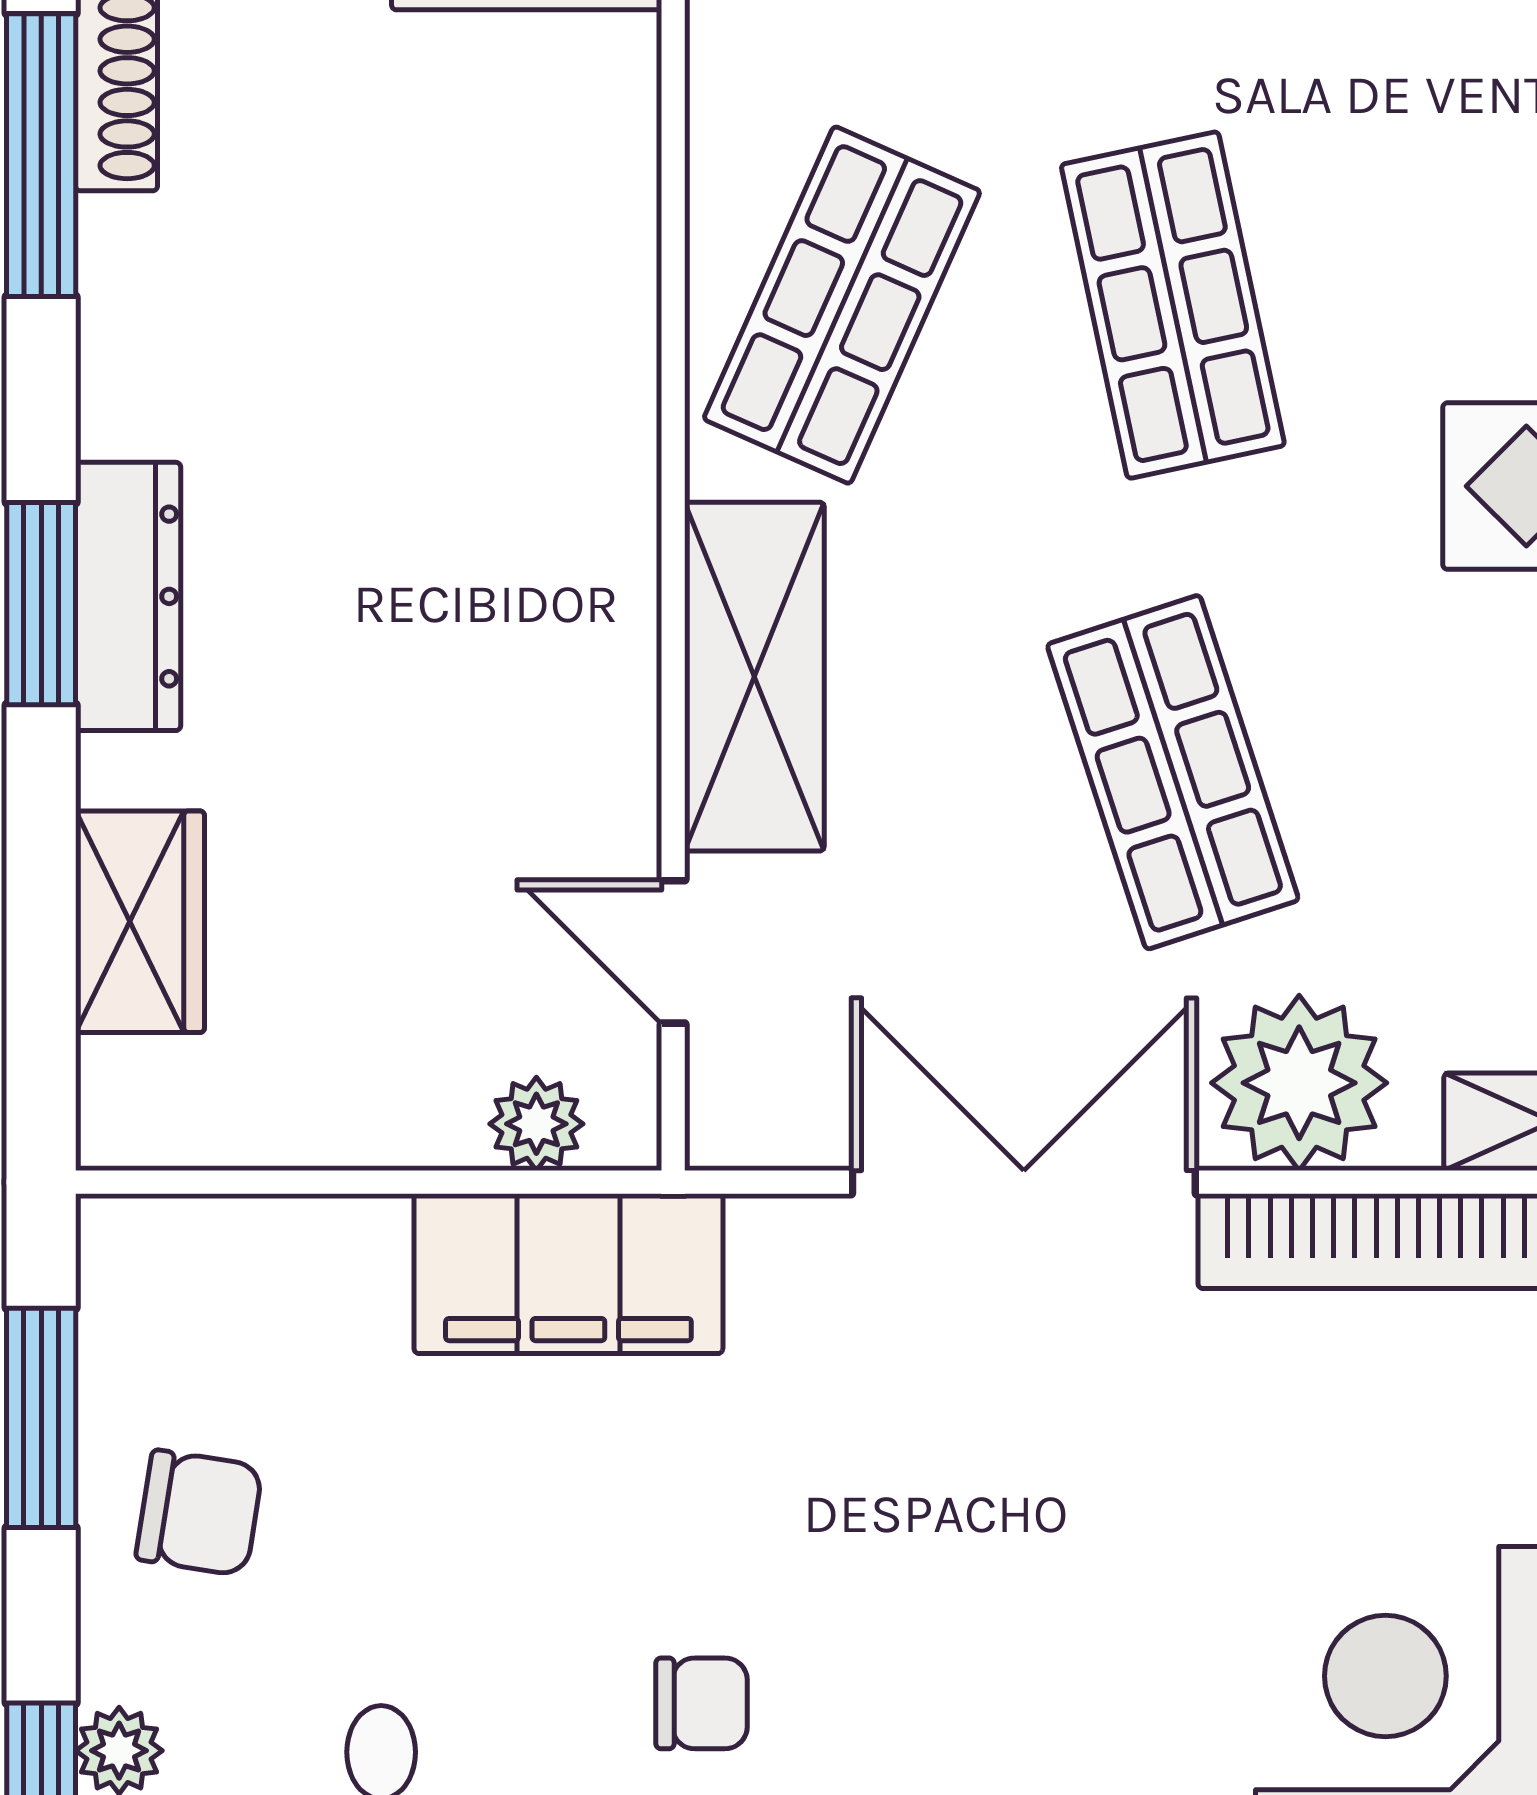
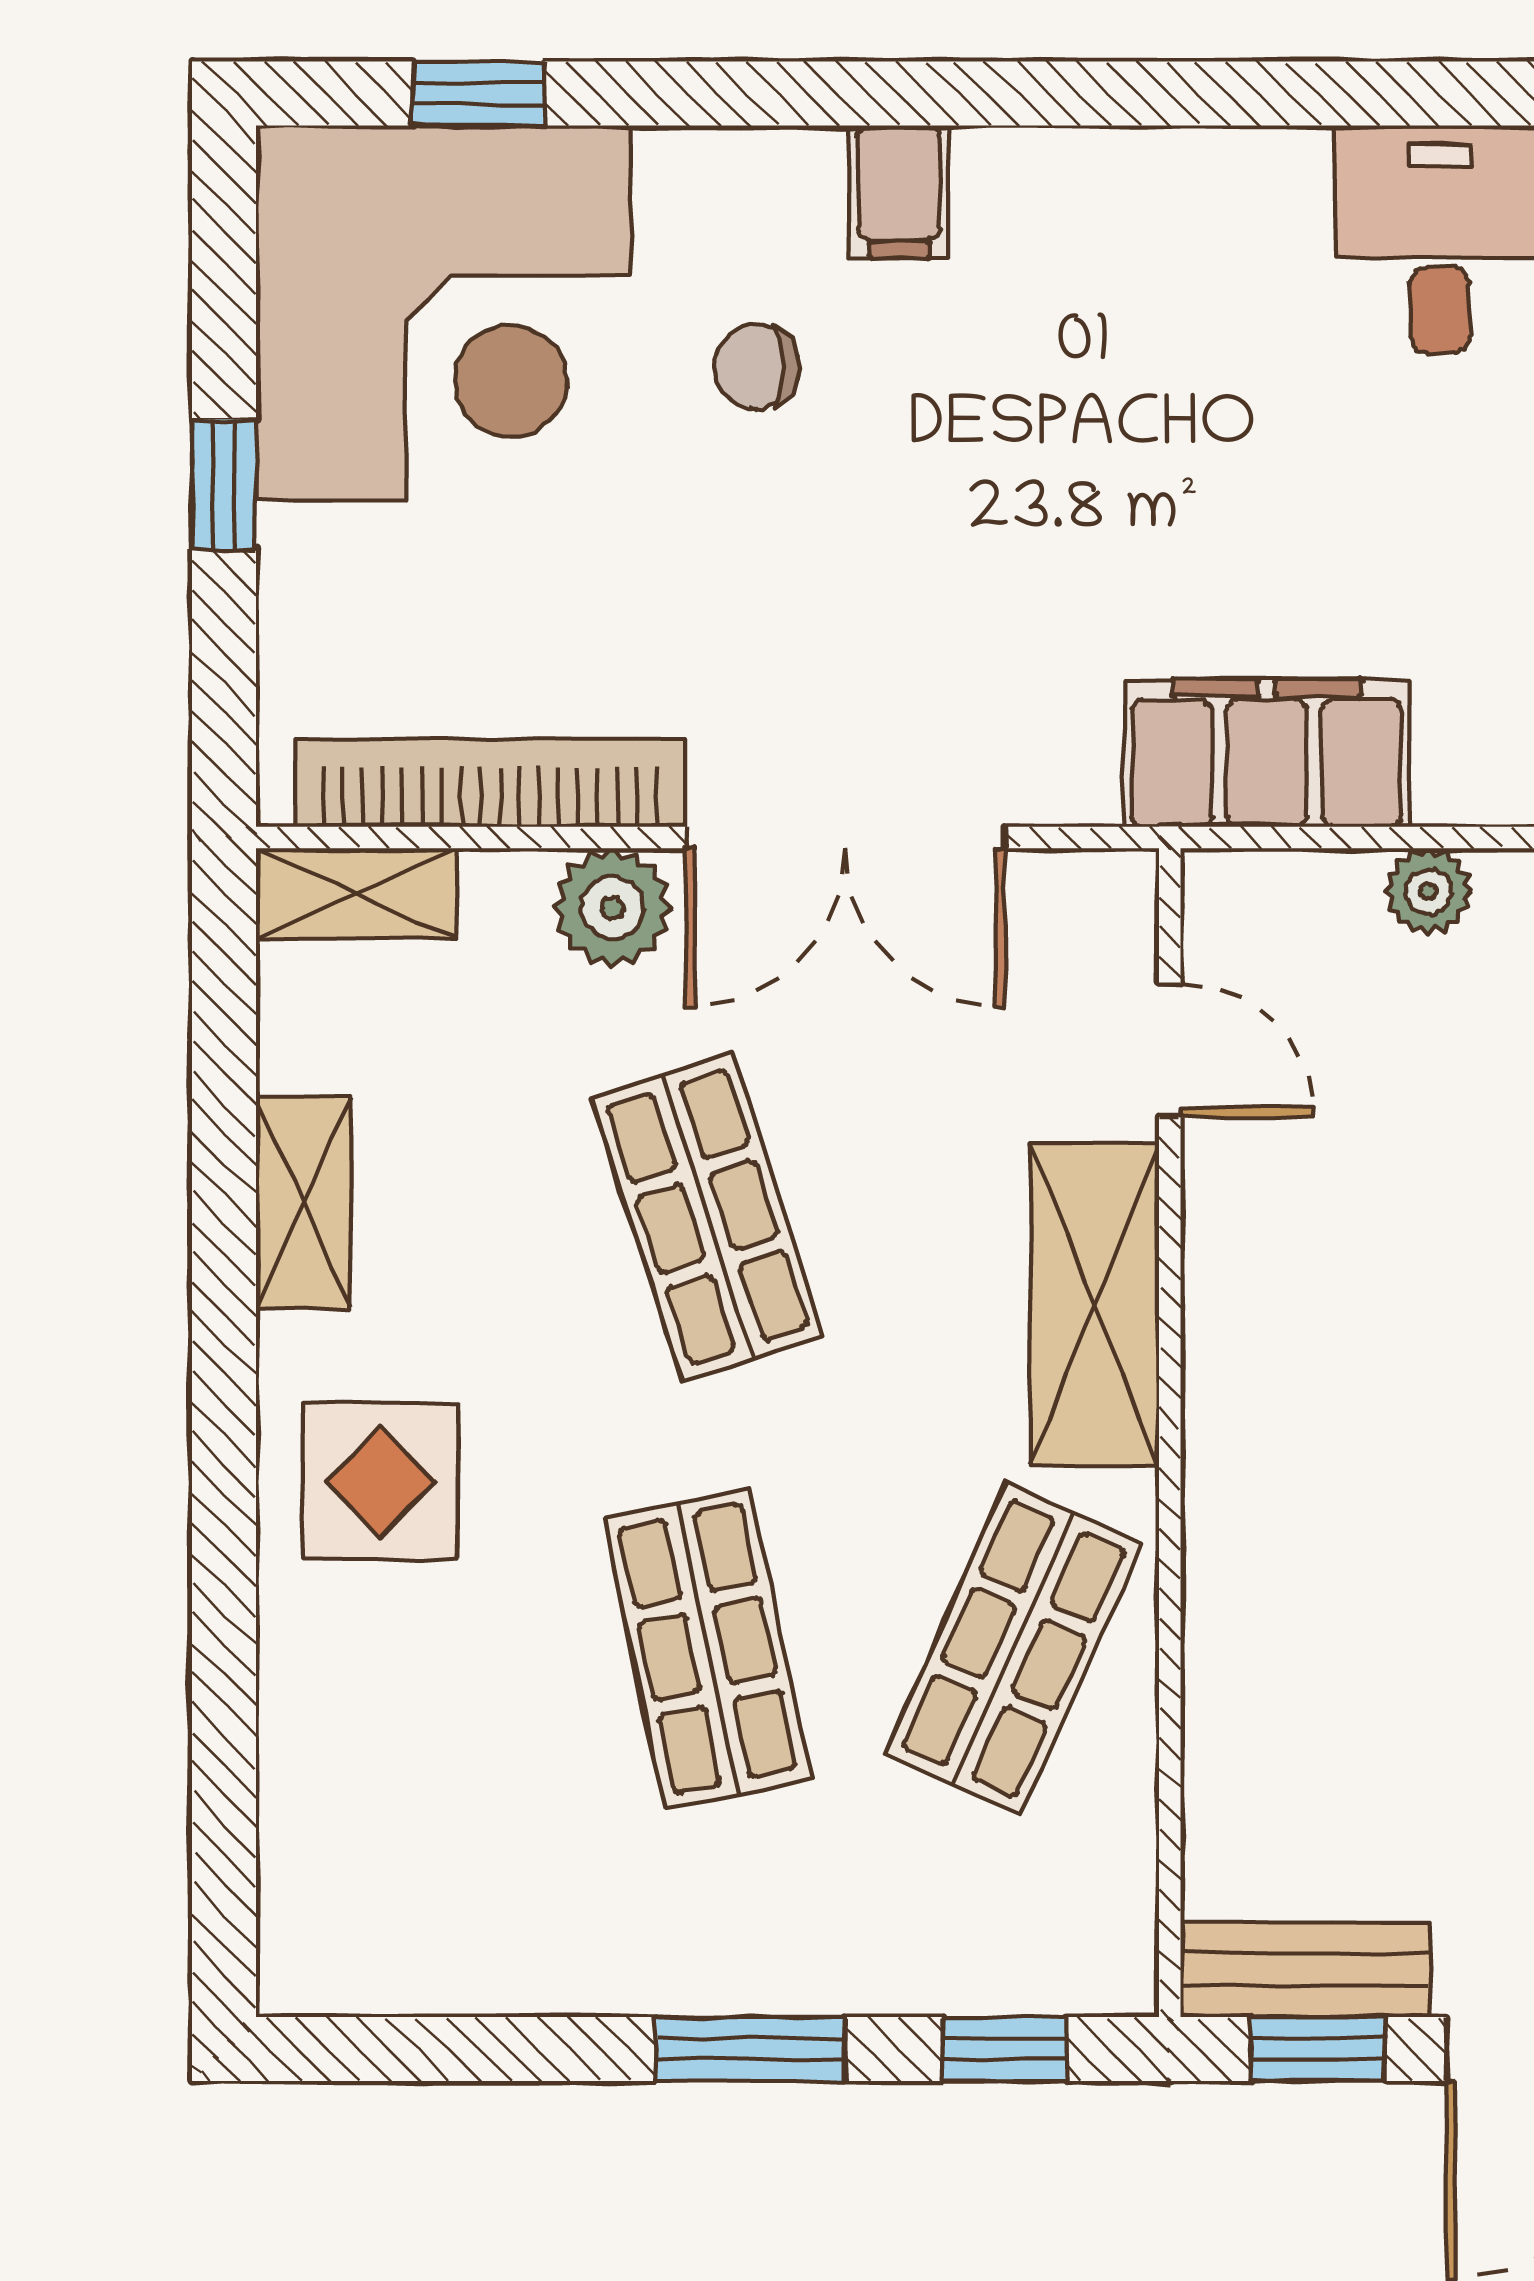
plant: (1299, 1083) -> (612, 908), width x0.73, depth x0.73
plant: (536, 1124) -> (1428, 891), moved
chair: (702, 1703) -> (757, 367), moved

